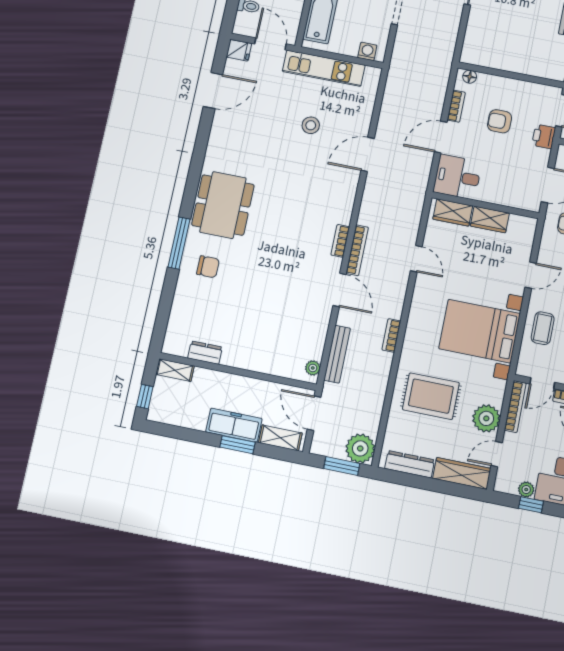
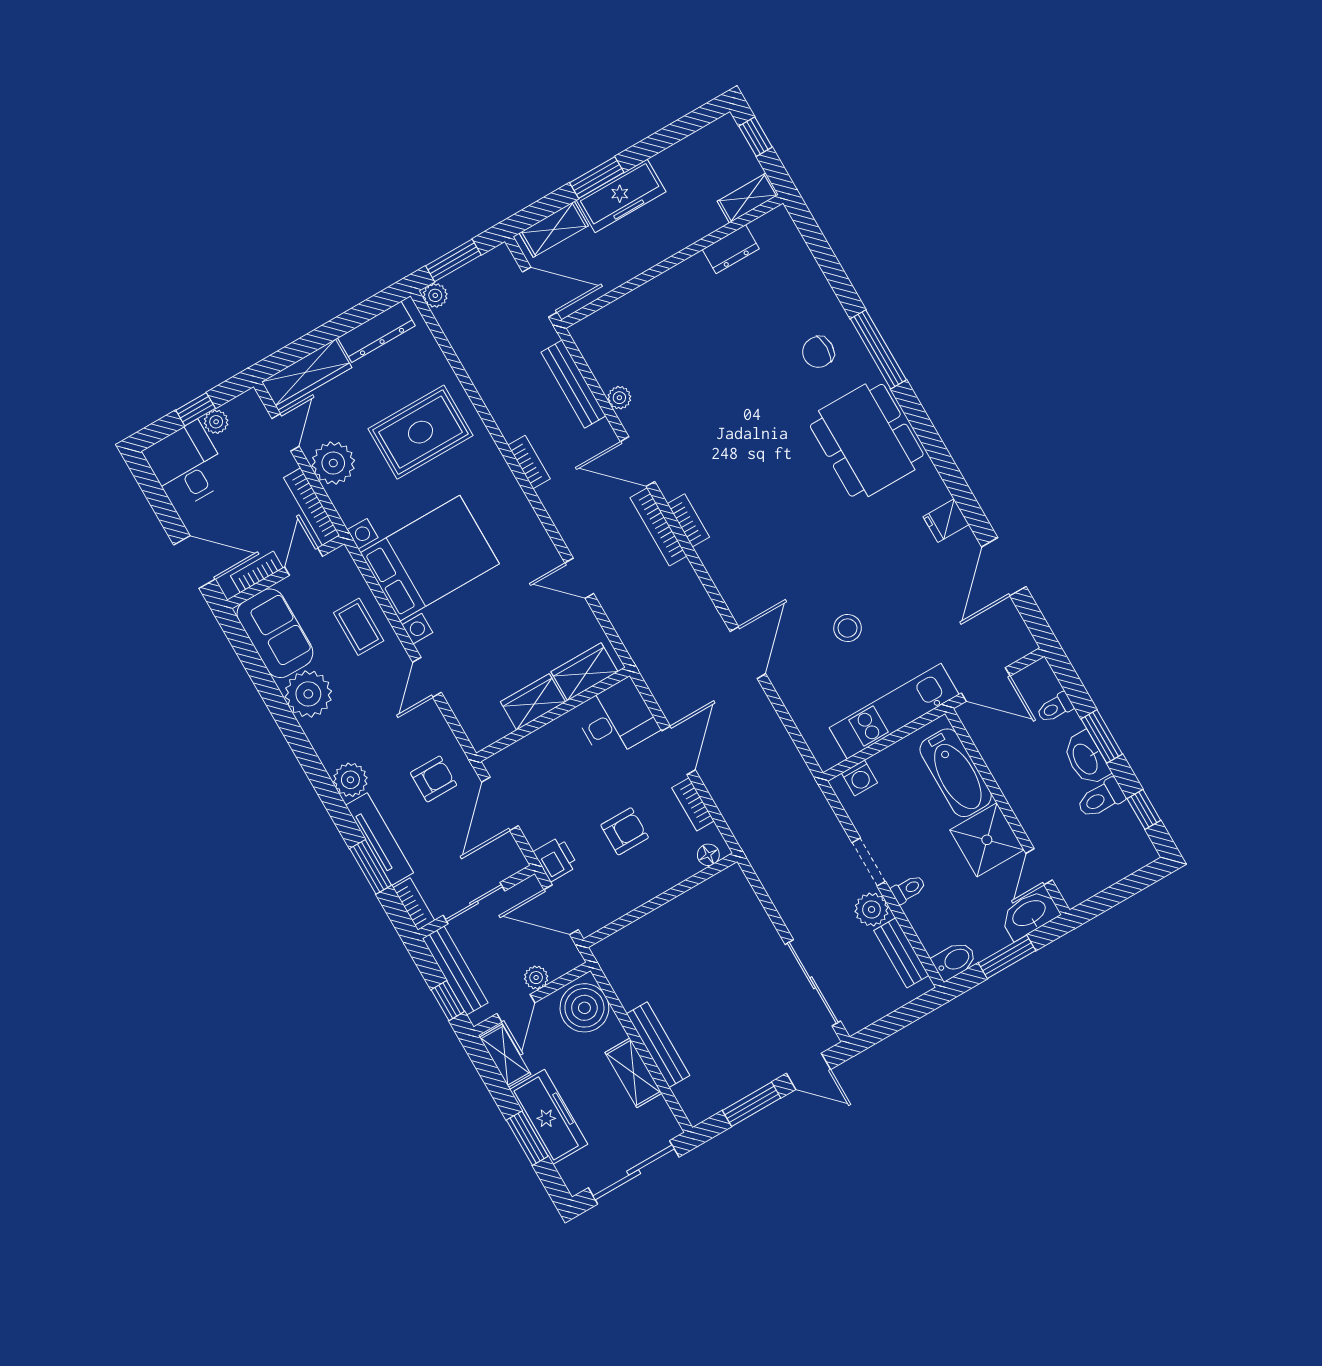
fridge: (239, 50) -> (946, 521), moved
plant: (313, 368) -> (619, 398), moved
plant: (360, 448) -> (435, 295), width x0.53, depth x0.53

